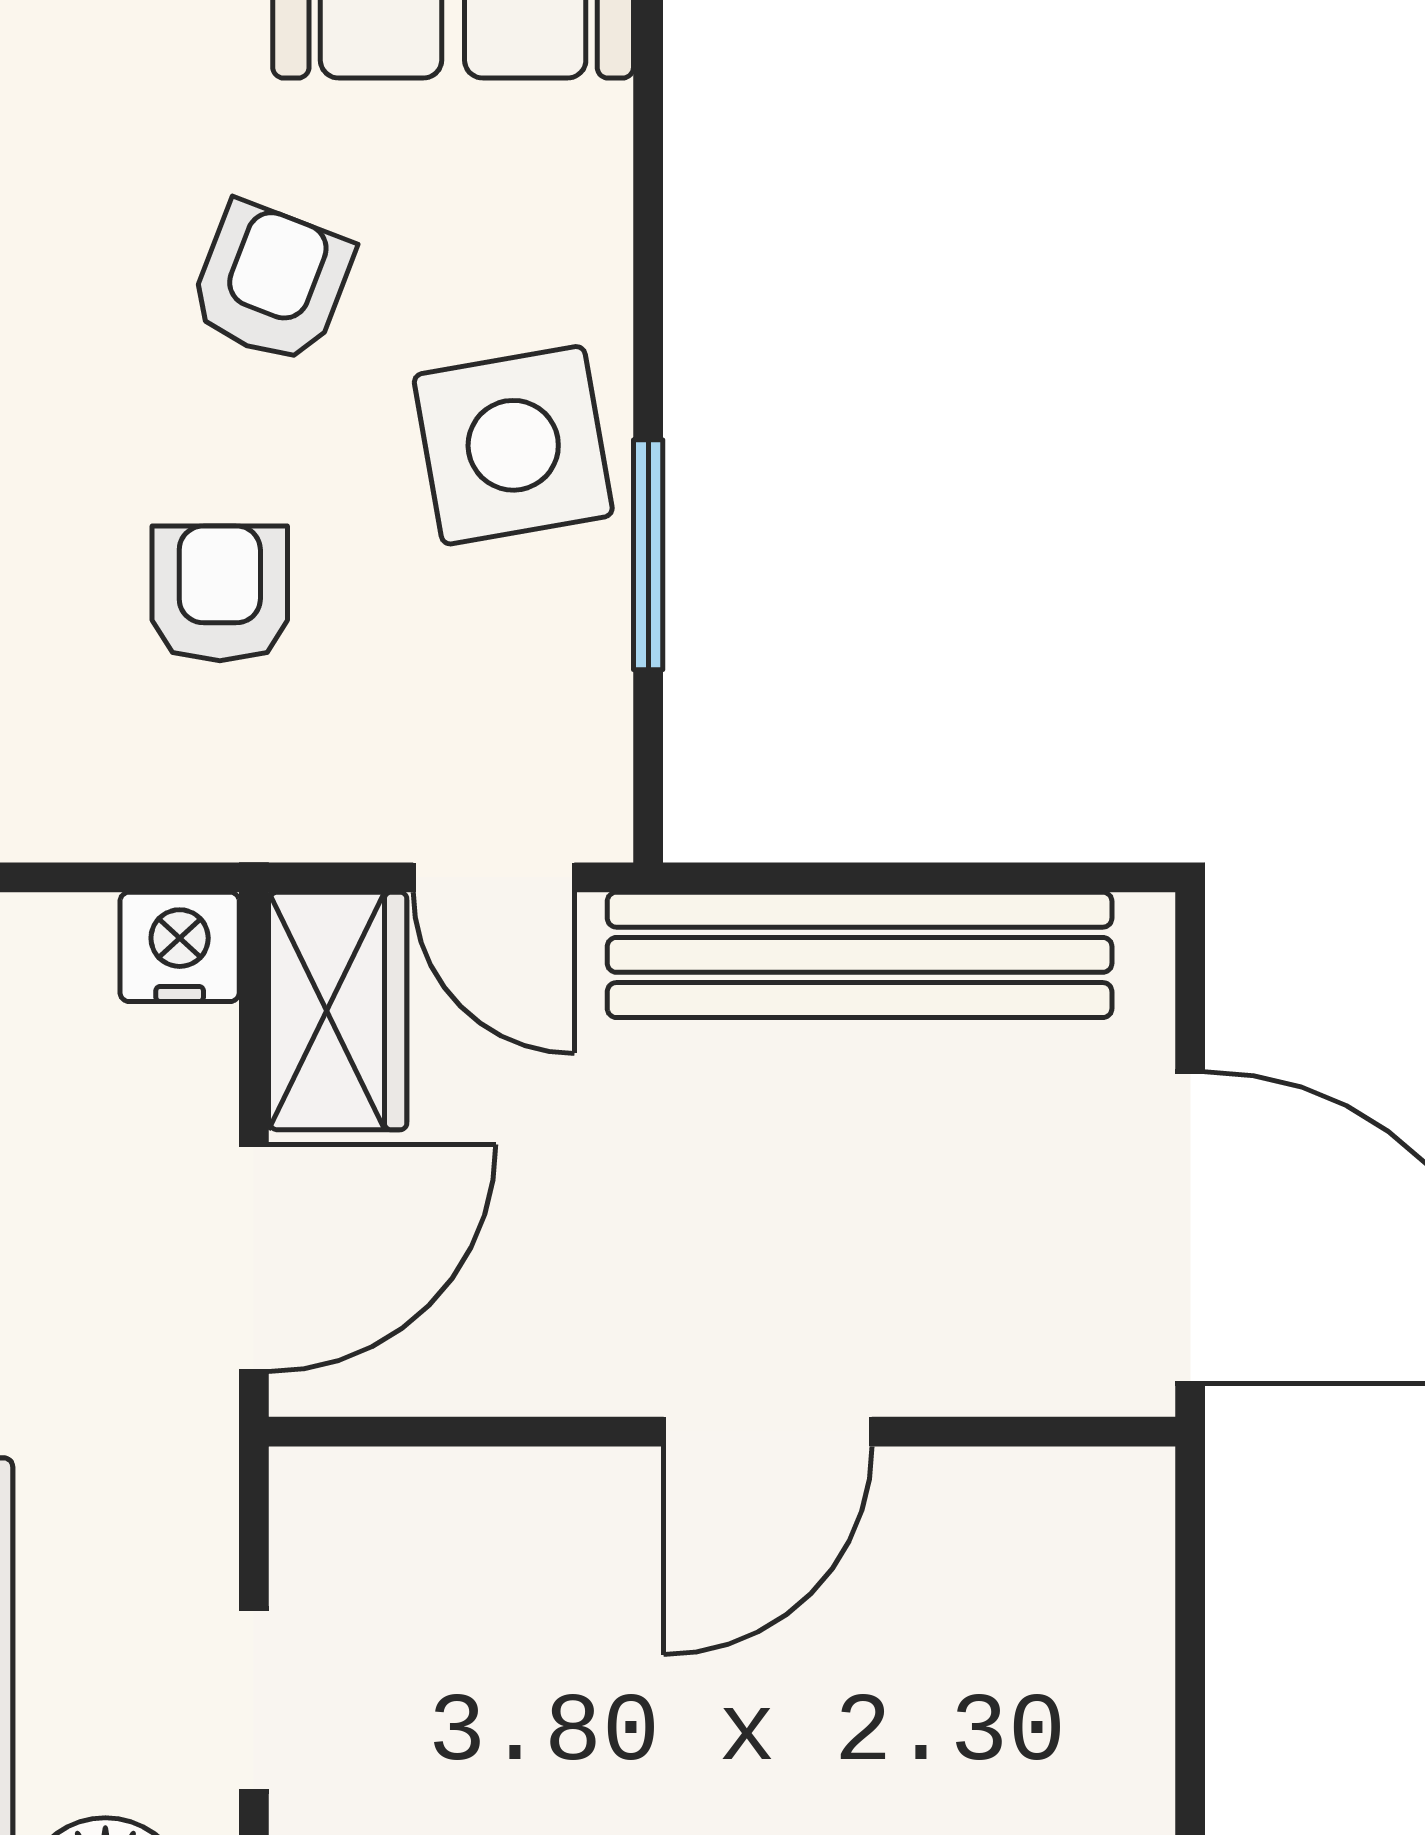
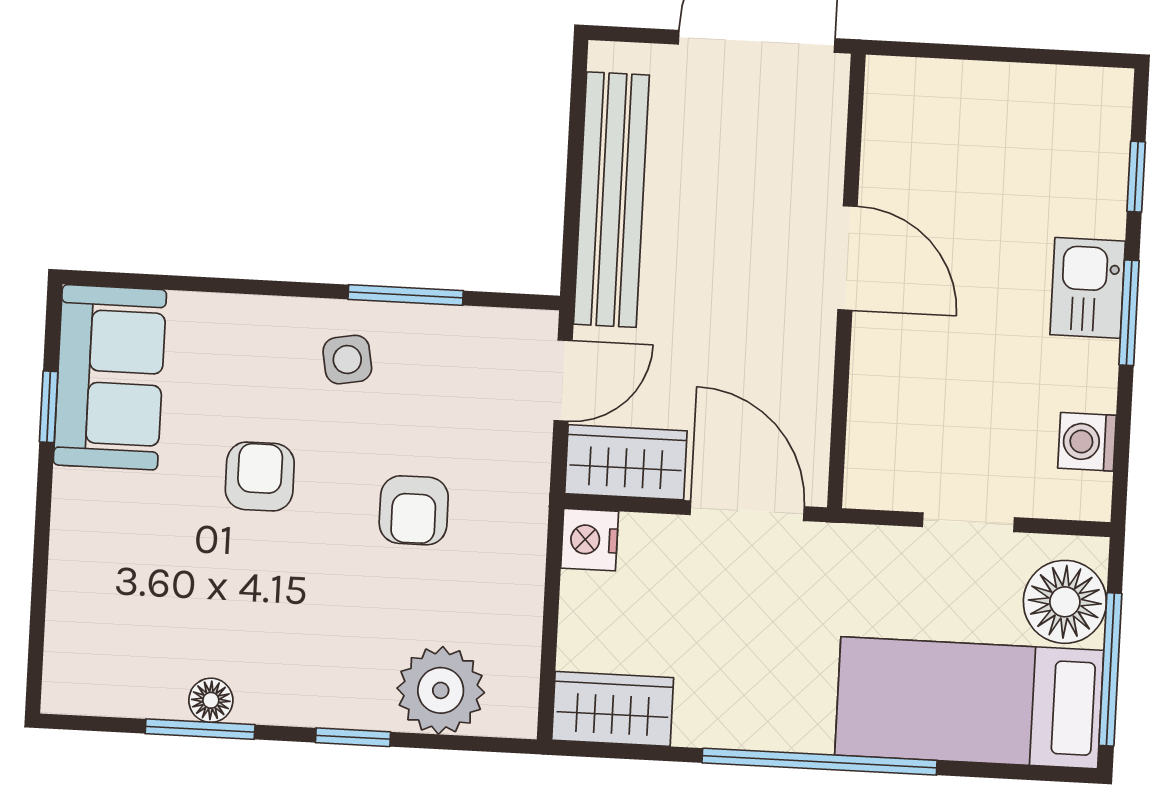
armchair: (271, 283) -> (260, 476), turned 69
side table: (513, 445) -> (347, 360), width x0.54, depth x0.54
armchair: (220, 593) -> (414, 510), turned -90

